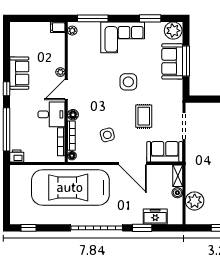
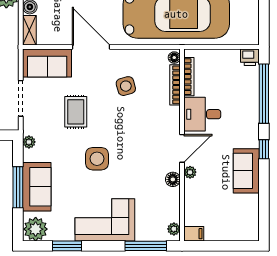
plant: (178, 94) -> (29, 142), added
floor lamp: (73, 115) -> (173, 179), moved

